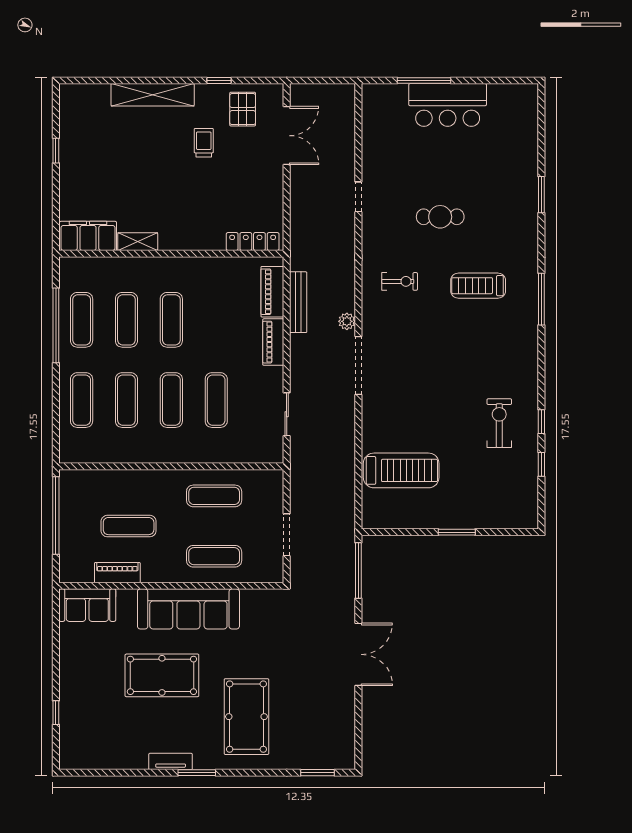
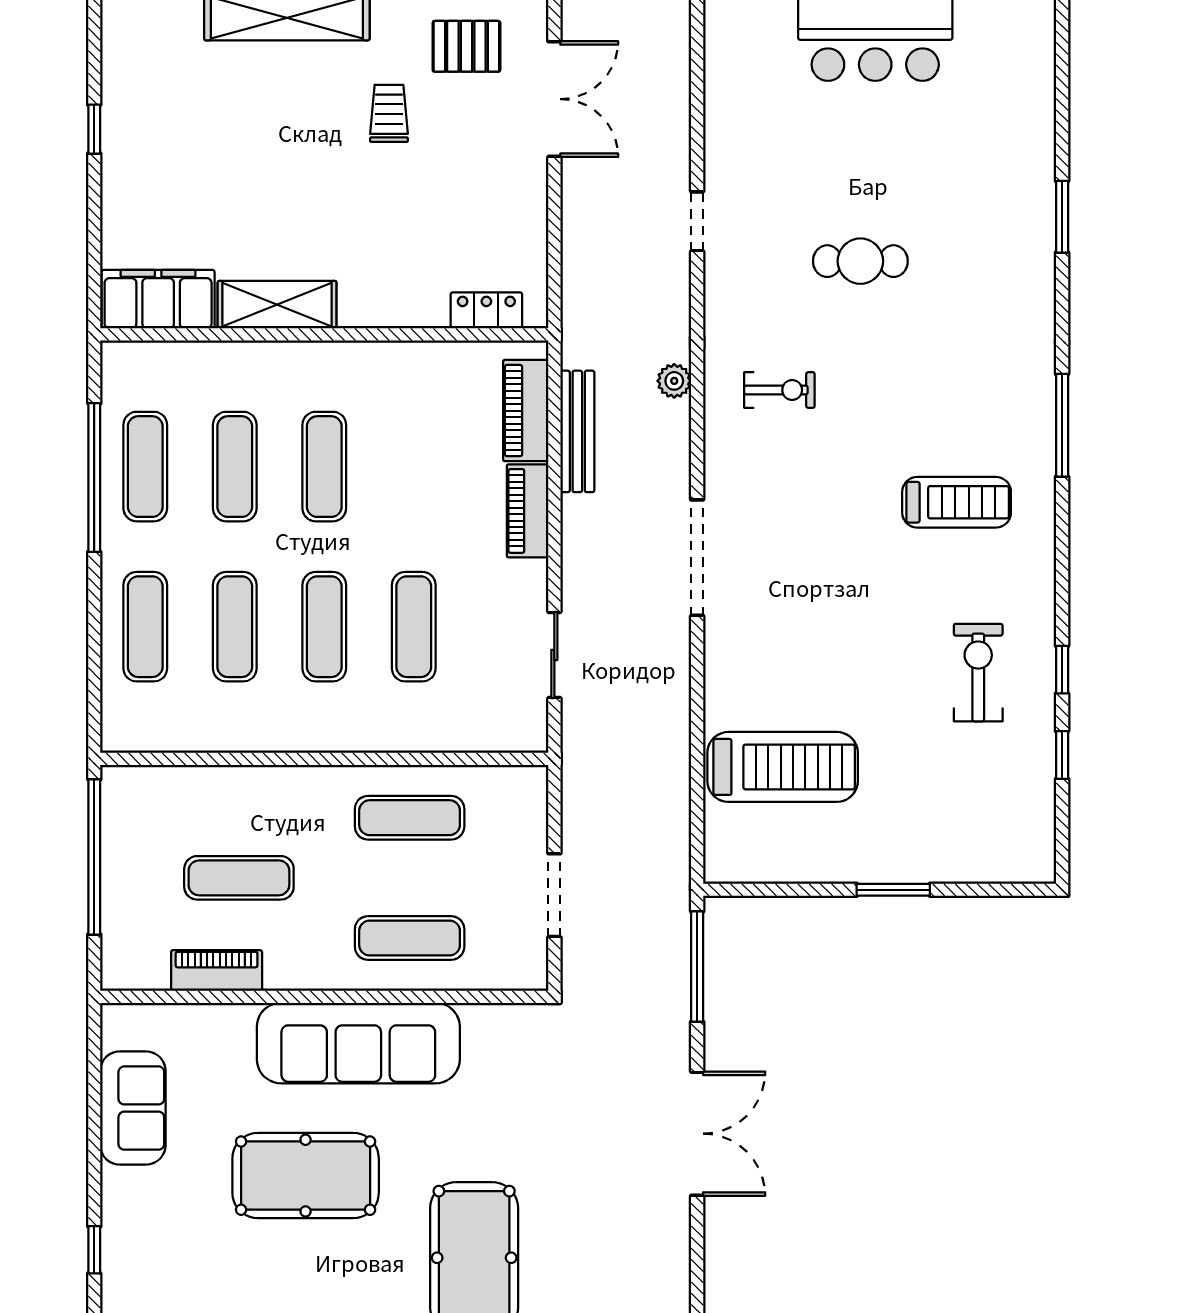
pallet: (243, 109) -> (466, 46), turned 90
shelving: (138, 242) -> (277, 305), width x1.50, depth x1.33
locker: (253, 242) -> (486, 310), width x0.66
treadmill: (478, 286) -> (957, 502), moved, turned 180
plant: (347, 321) -> (674, 381), moved
sofa: (87, 605) -> (133, 1108), moved, turned -90

